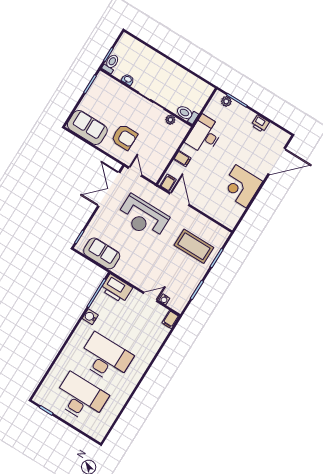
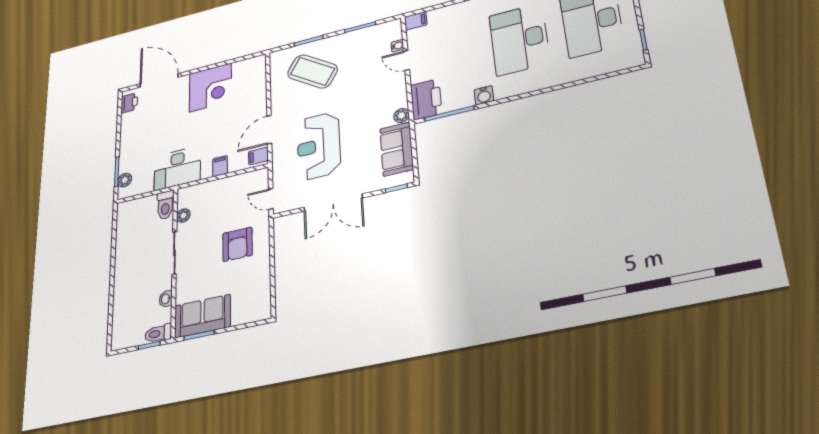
printer: (260, 124) -> (129, 103), moved
sofa: (87, 128) -> (202, 316), moved, turned 90
armchair: (124, 137) -> (237, 244), turned 180
door: (135, 172) -> (271, 199), hinge flipped
double door: (109, 189) -> (333, 203), moved
reception desk: (143, 217) -> (319, 146), turned 180
coffee table: (194, 246) -> (312, 71), turned -57
plant: (119, 270) -> (401, 115), added

